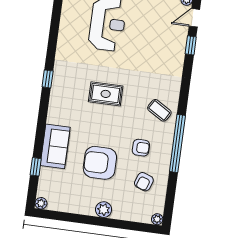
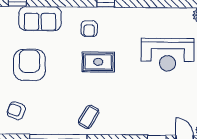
rug: (106, 94) -> (98, 62), turned 90
armchair: (141, 148) -> (89, 29), moved

